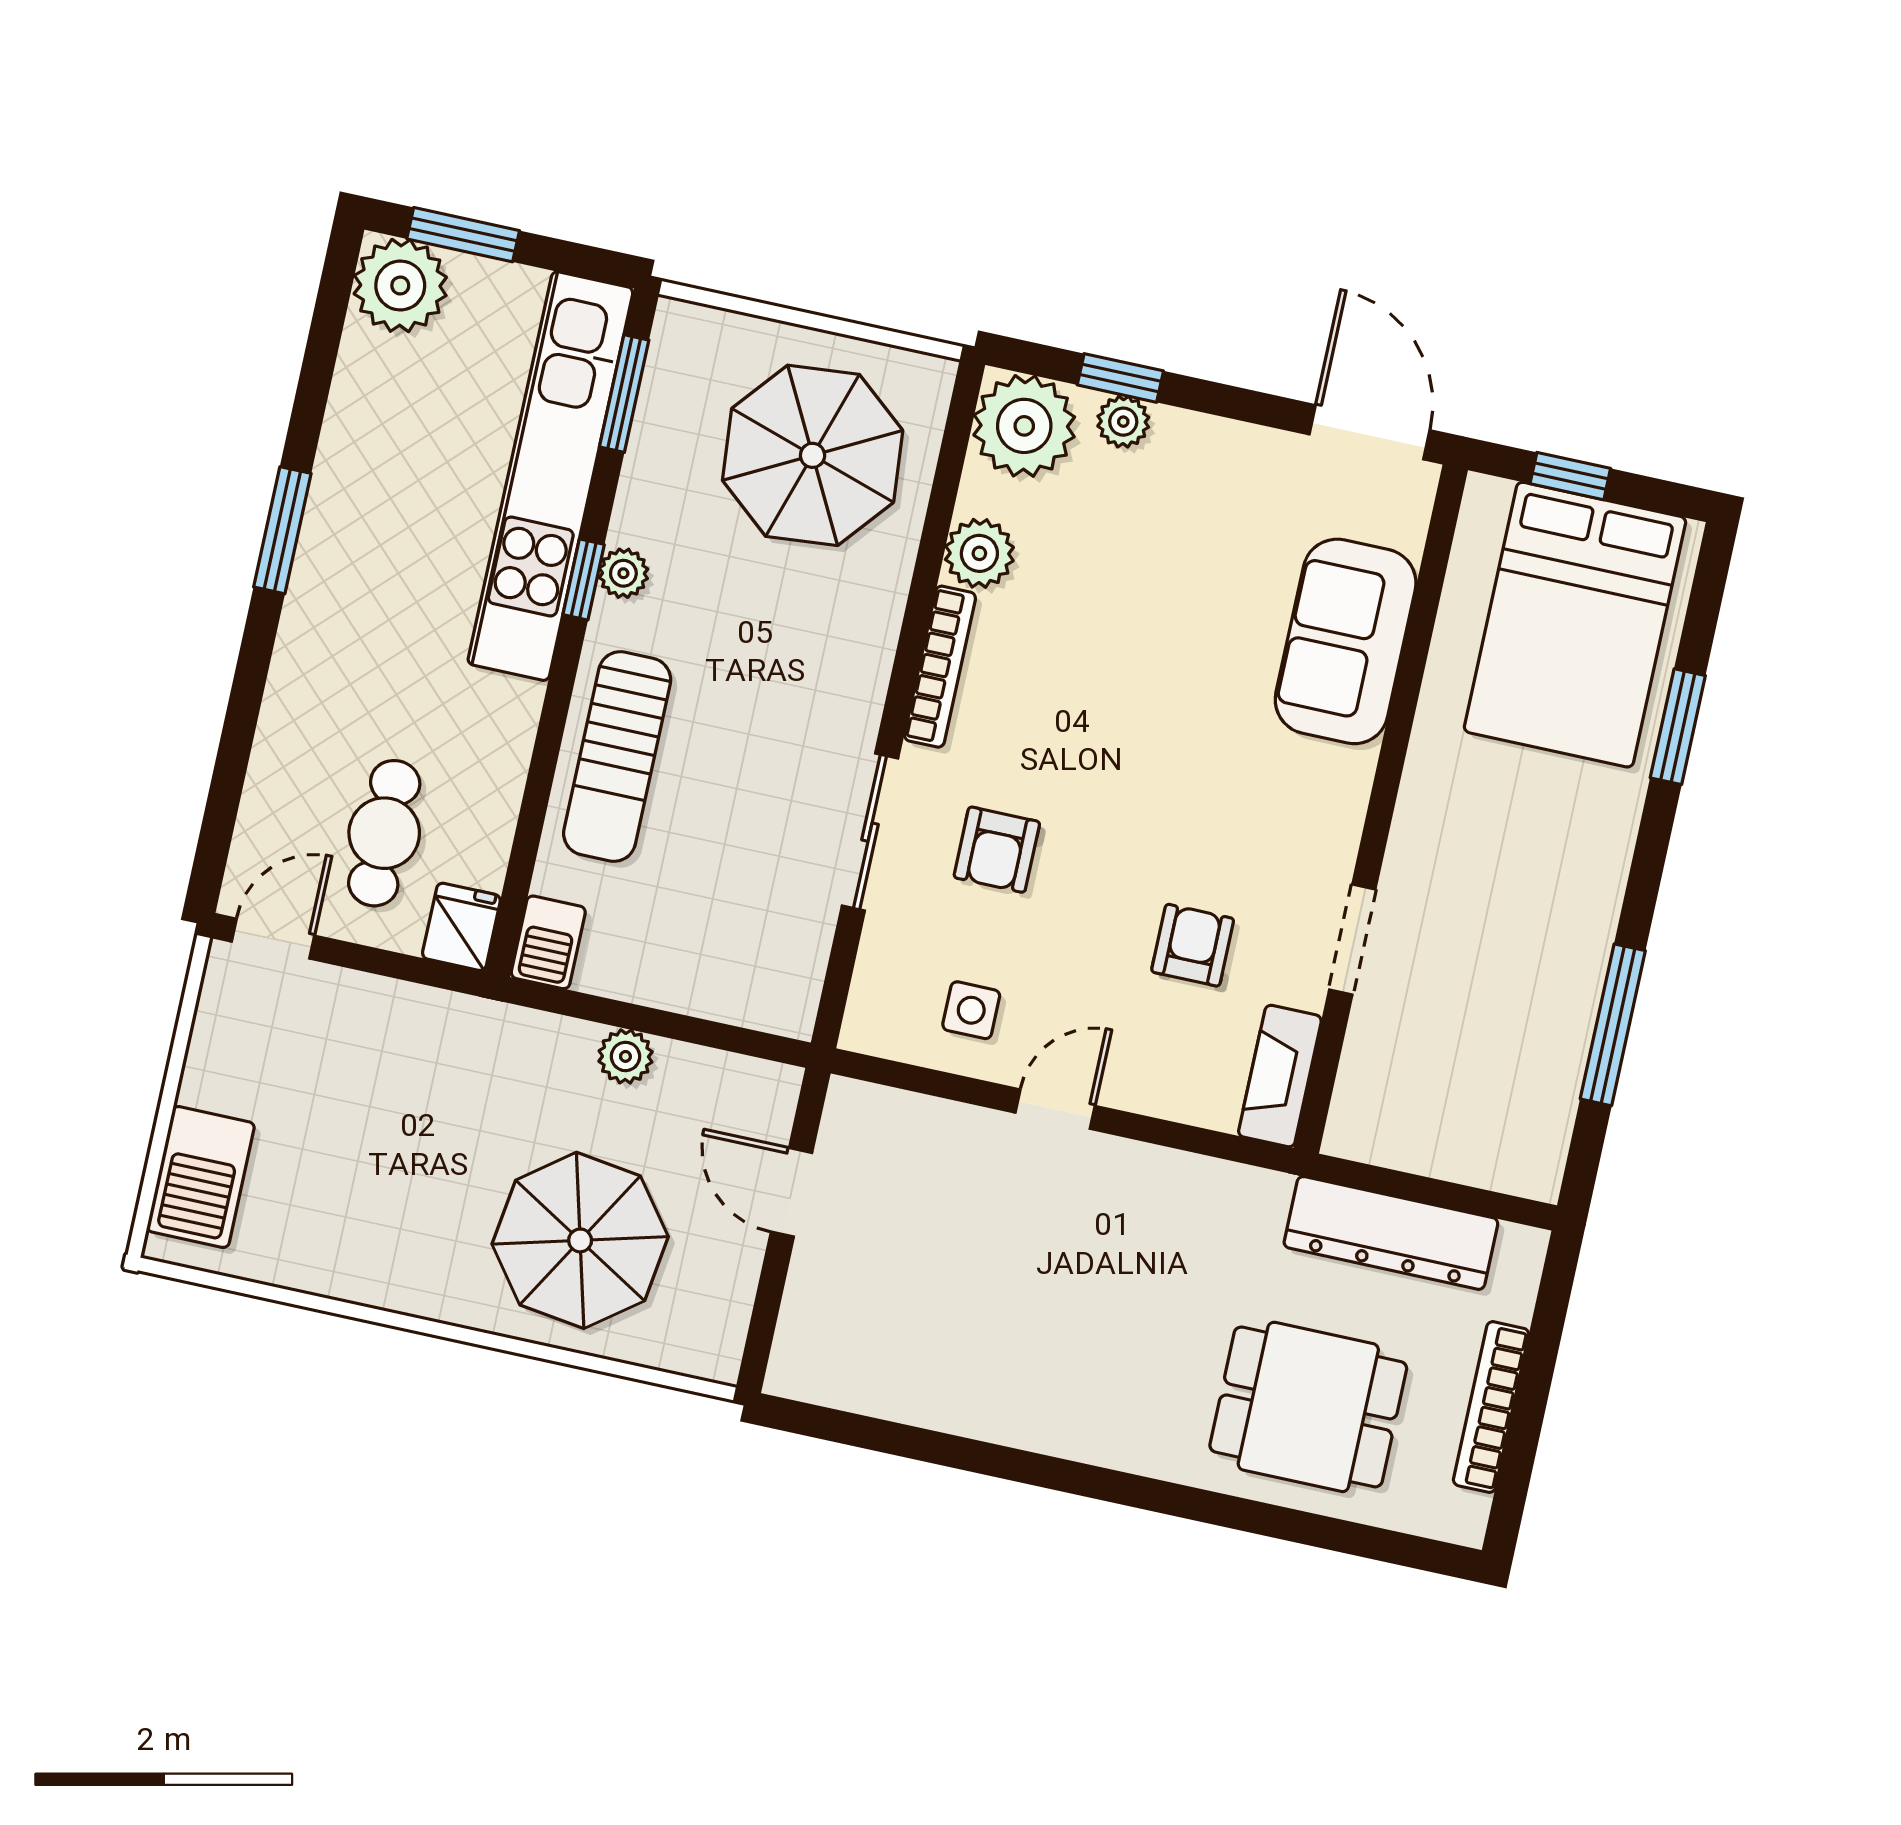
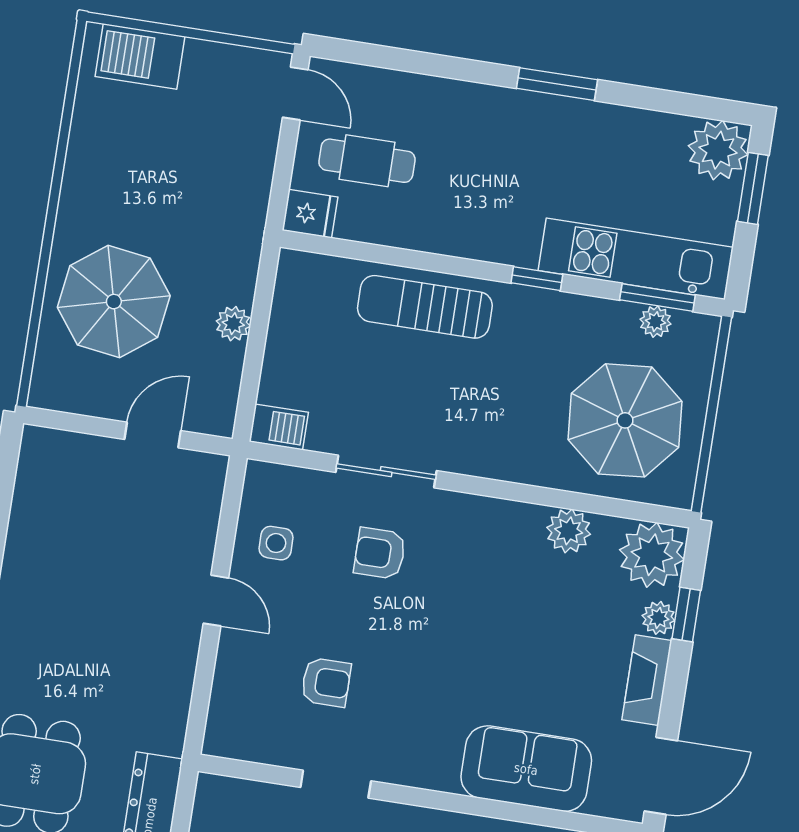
kitchen unit: (550, 476) -> (636, 259), width x0.73
plant: (623, 573) -> (656, 322), moved
bookcase: (940, 667) -> (495, 510), removed
barbecue: (548, 942) -> (279, 427), moved, turned 180
fireplace: (1280, 1076) -> (647, 680), moved, turned -90

